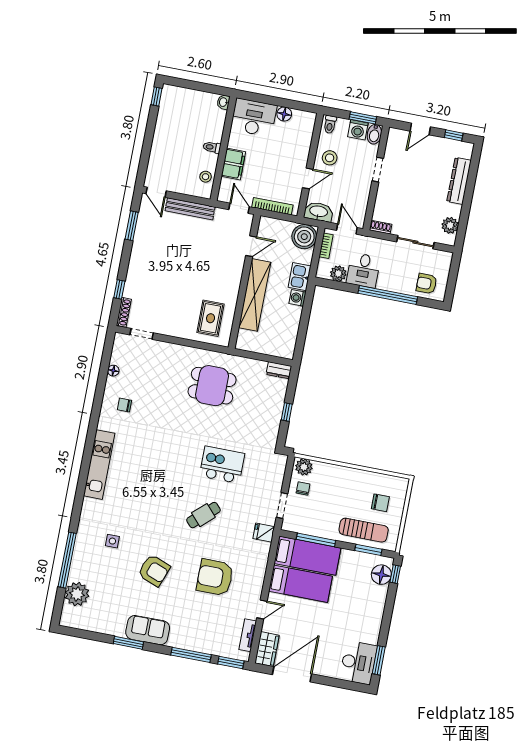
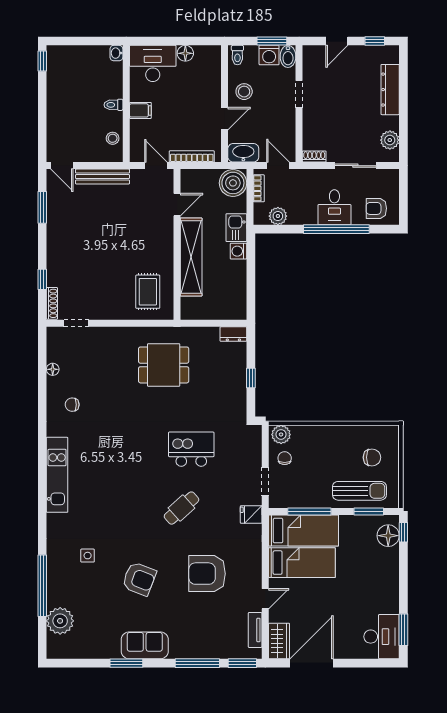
filing cabinet: (233, 164) -> (140, 110), width x0.50
desk: (363, 270) -> (334, 207), moved

